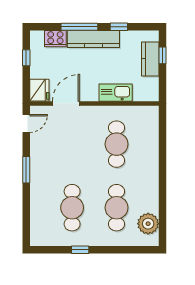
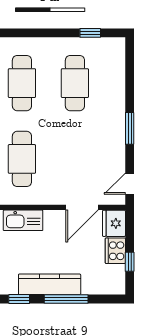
cooker: (55, 39) -> (115, 251), moved, turned -90
window: (80, 250) -> (90, 33), moved

